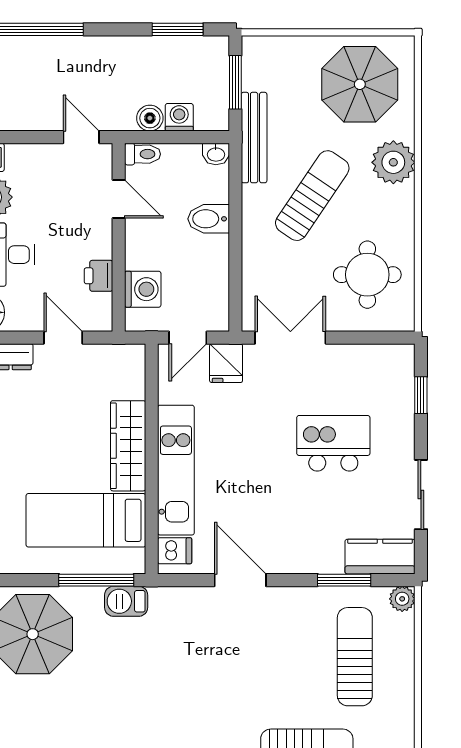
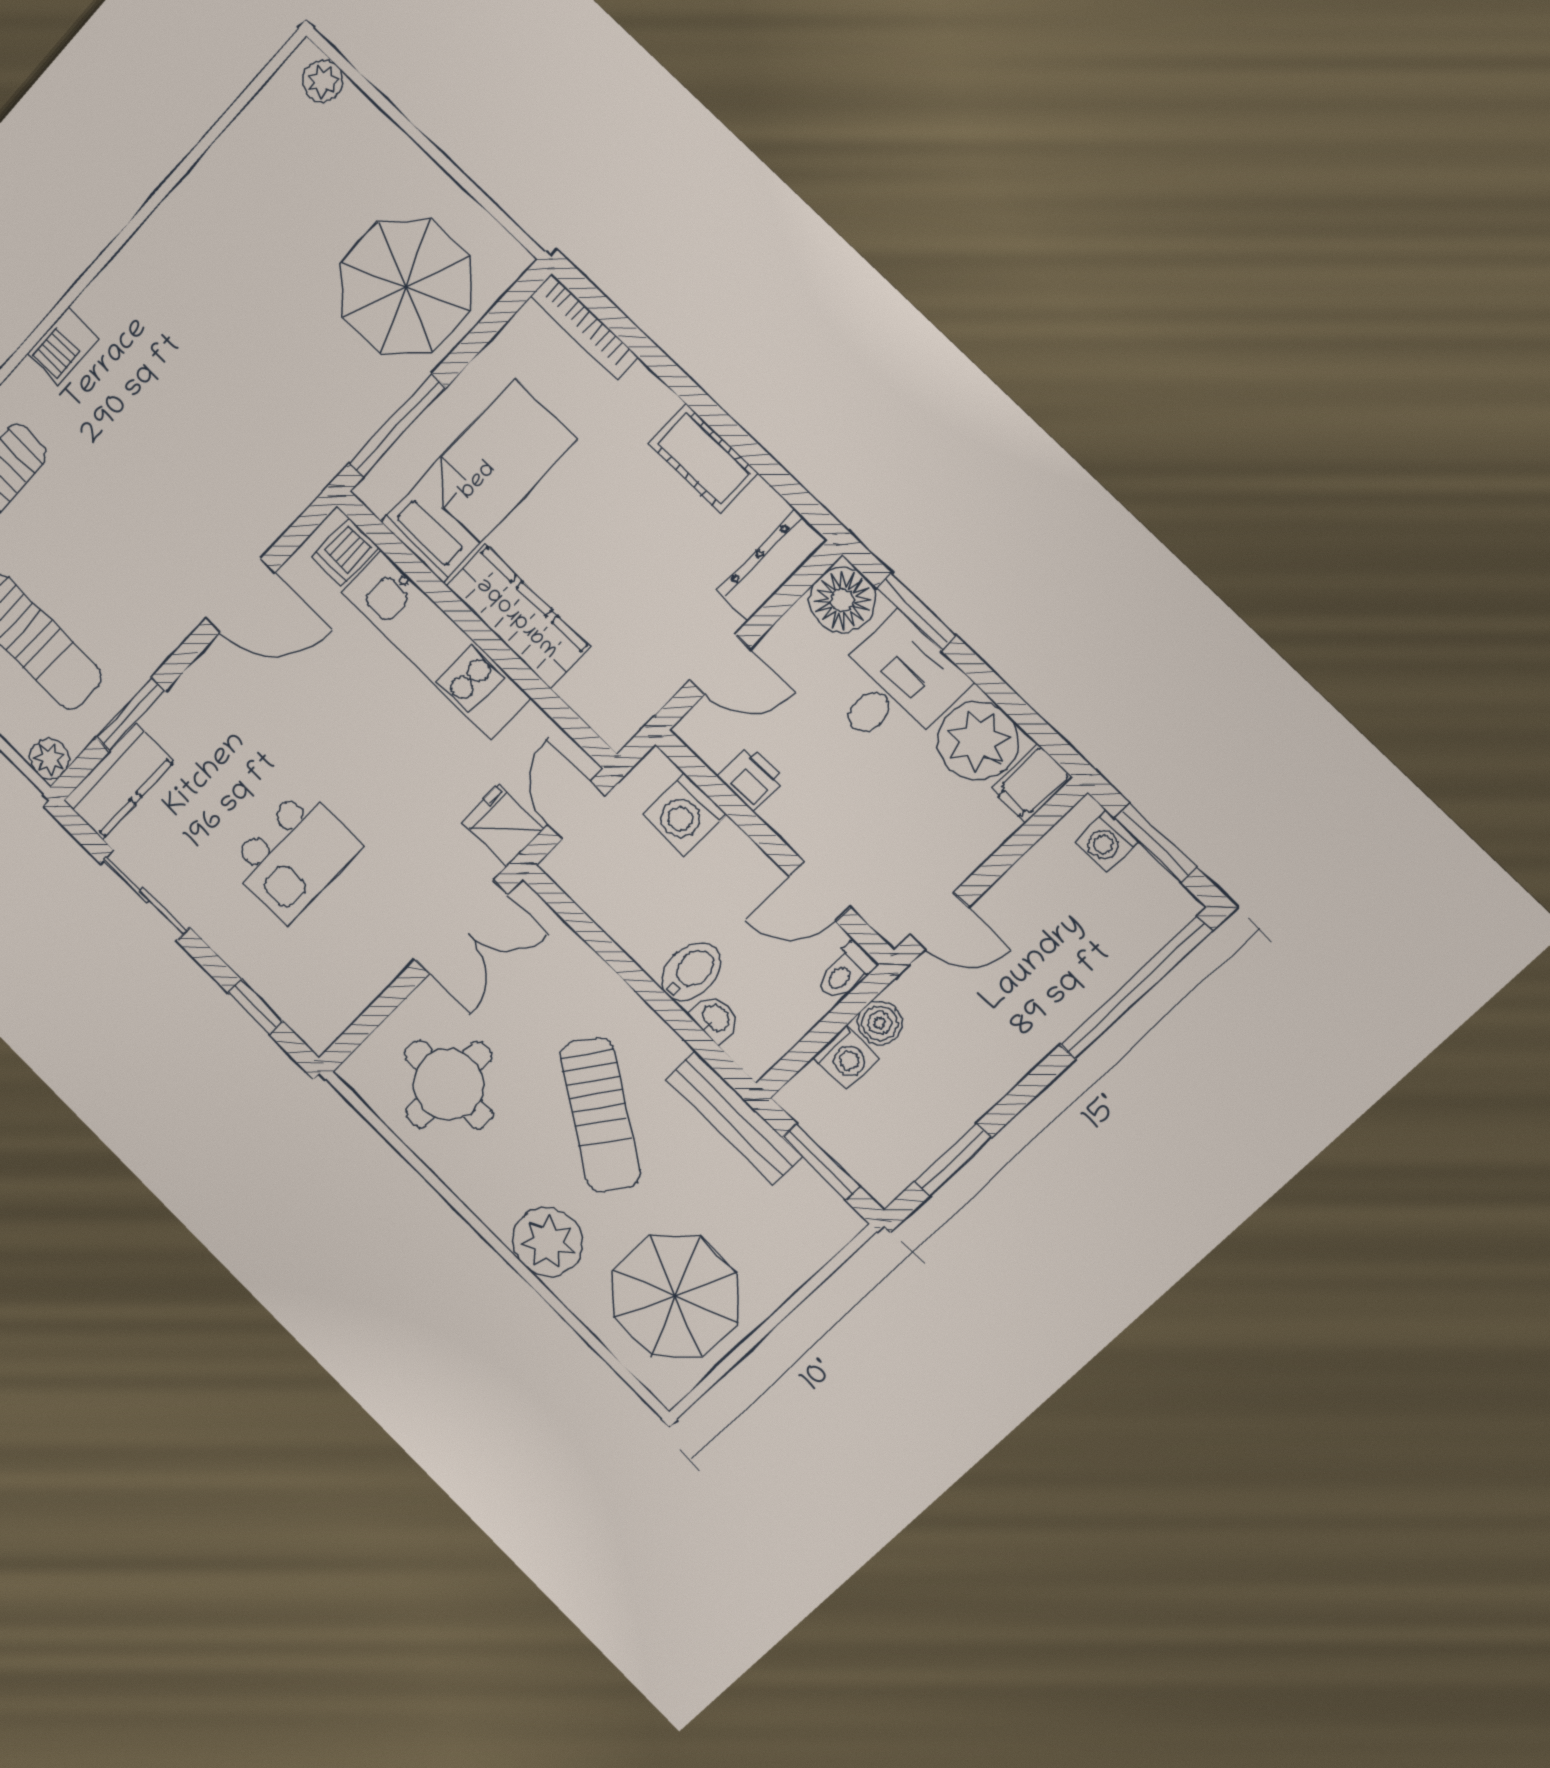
washbasin: (216, 154) -> (715, 1018), moved, turned 90
barbecue: (126, 601) -> (340, 437), removed

